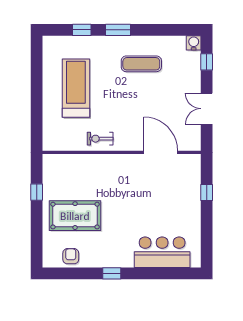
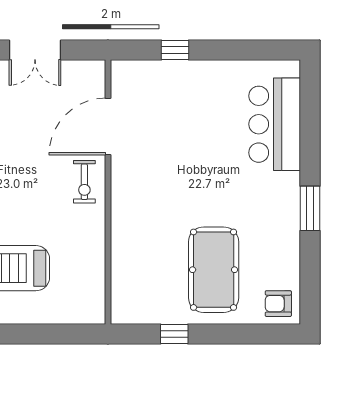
exercise bike: (100, 139) -> (84, 182), moved
armchair: (71, 256) -> (278, 304), moved
window: (112, 273) -> (310, 208), width x1.50

